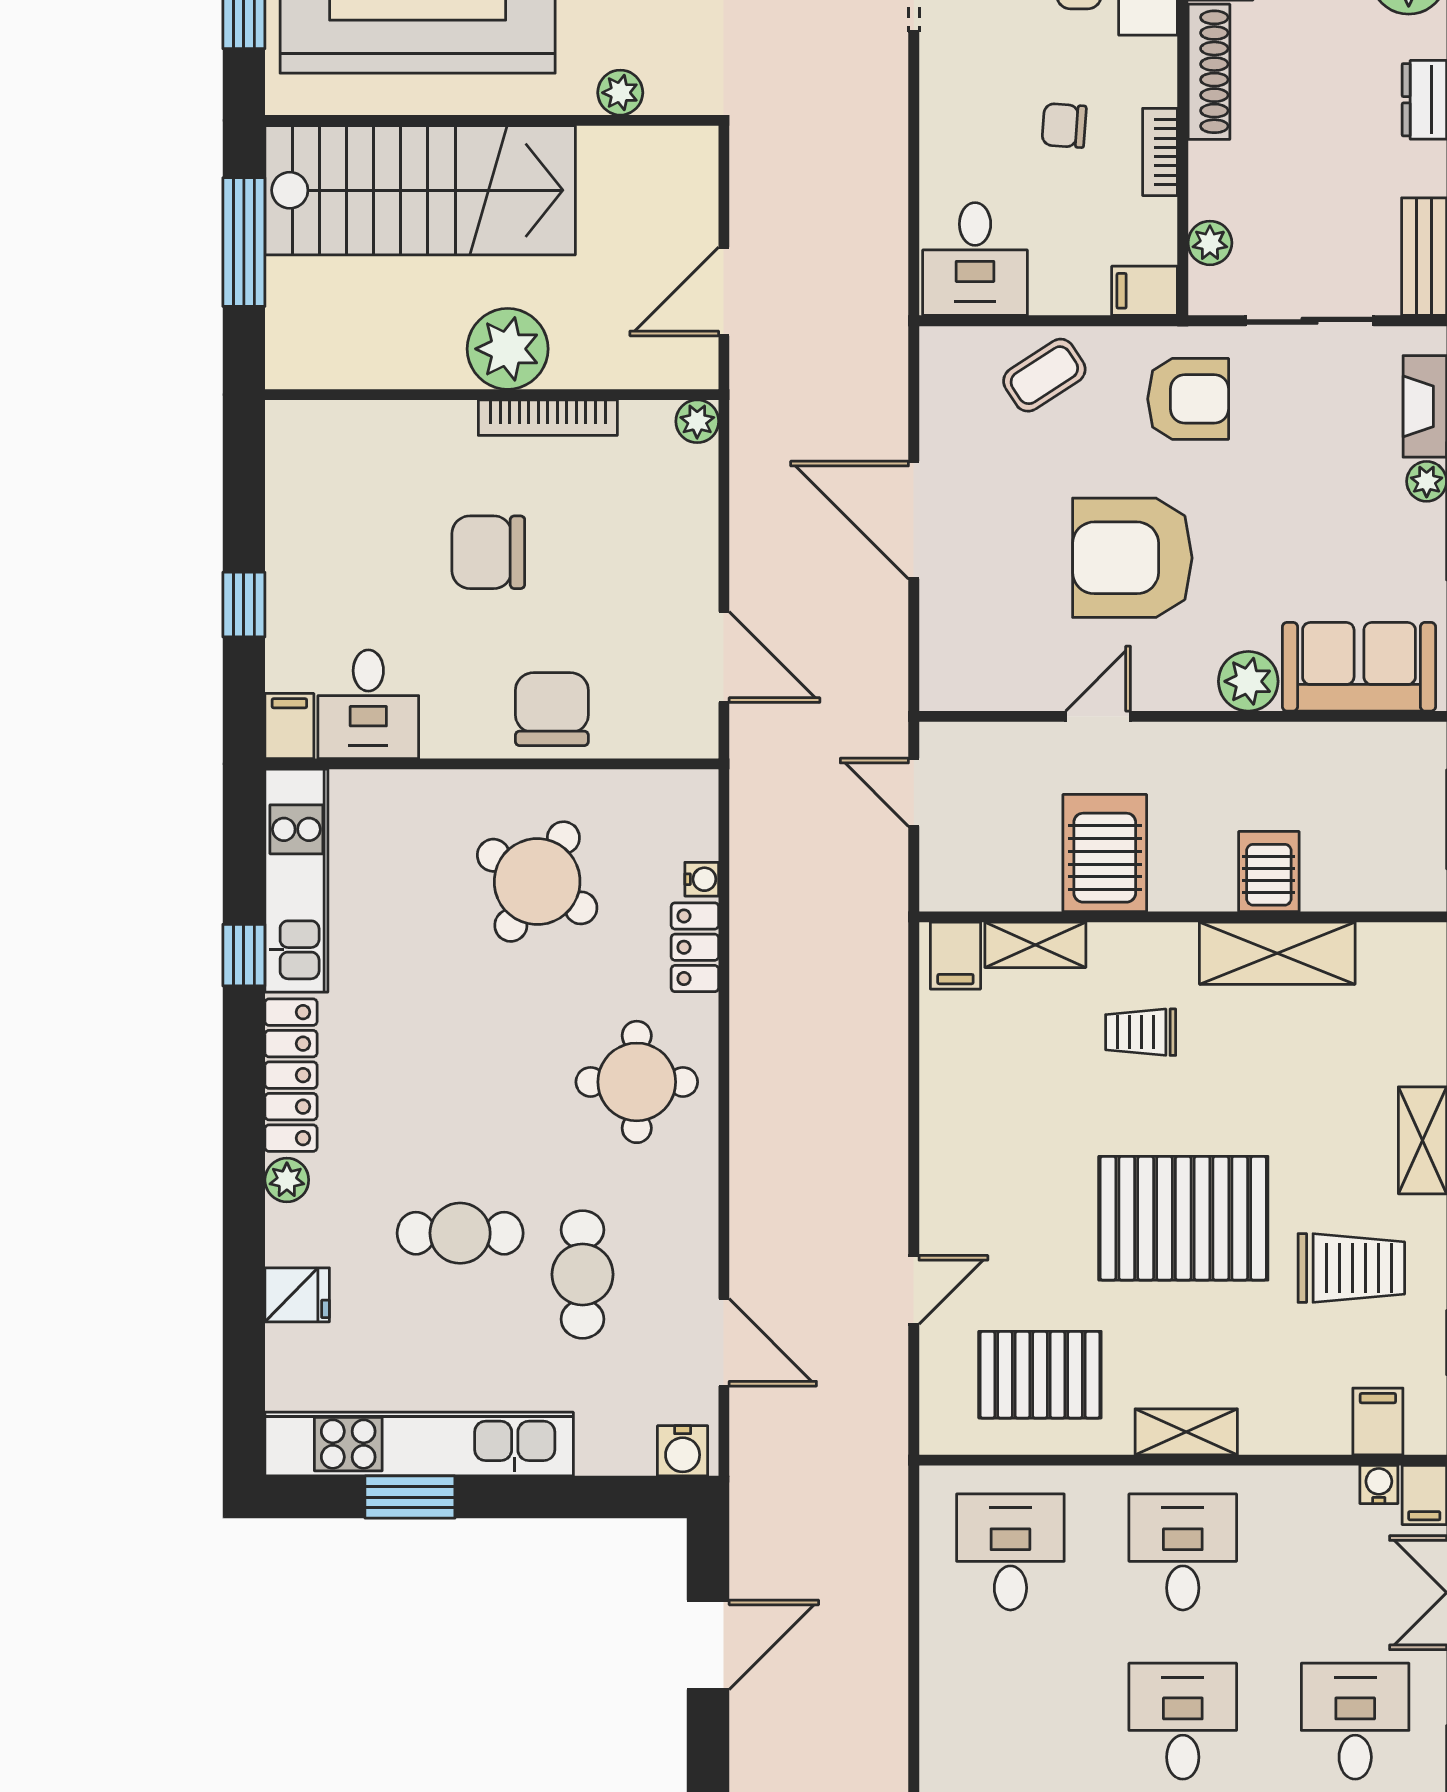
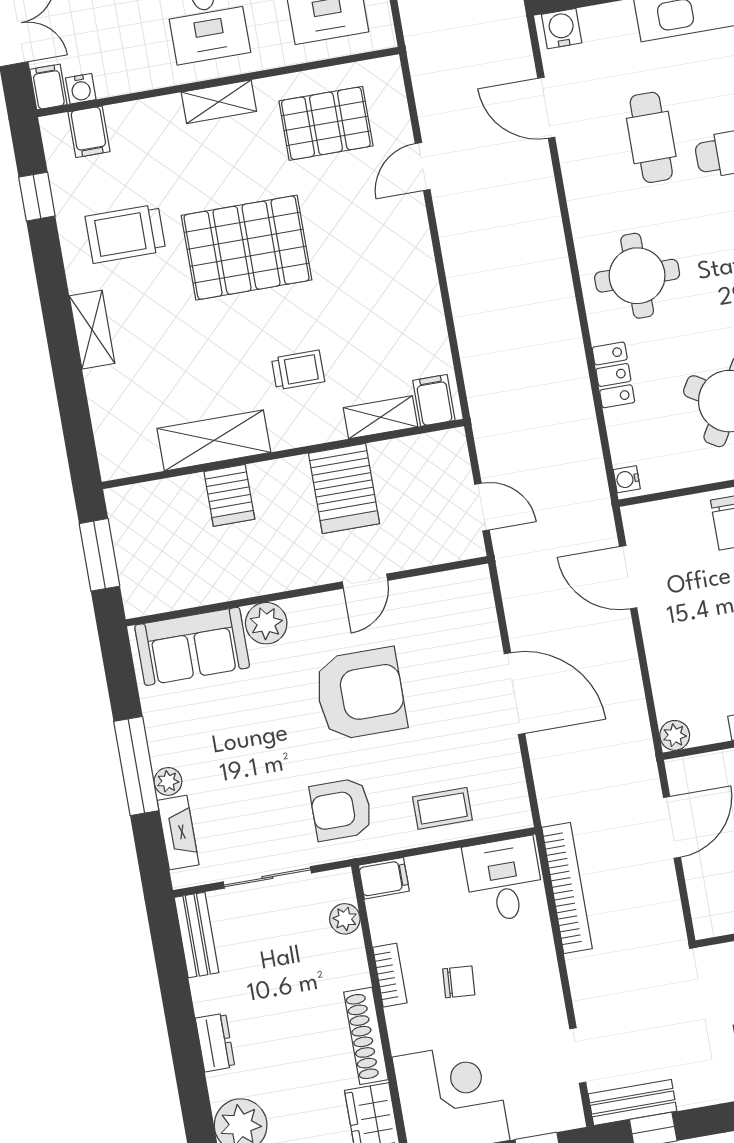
bookcase: (888, 232) -> (567, 888), added
coffee table: (1044, 375) -> (442, 808), turned 33
water cooler: (702, 879) -> (627, 479), moved

